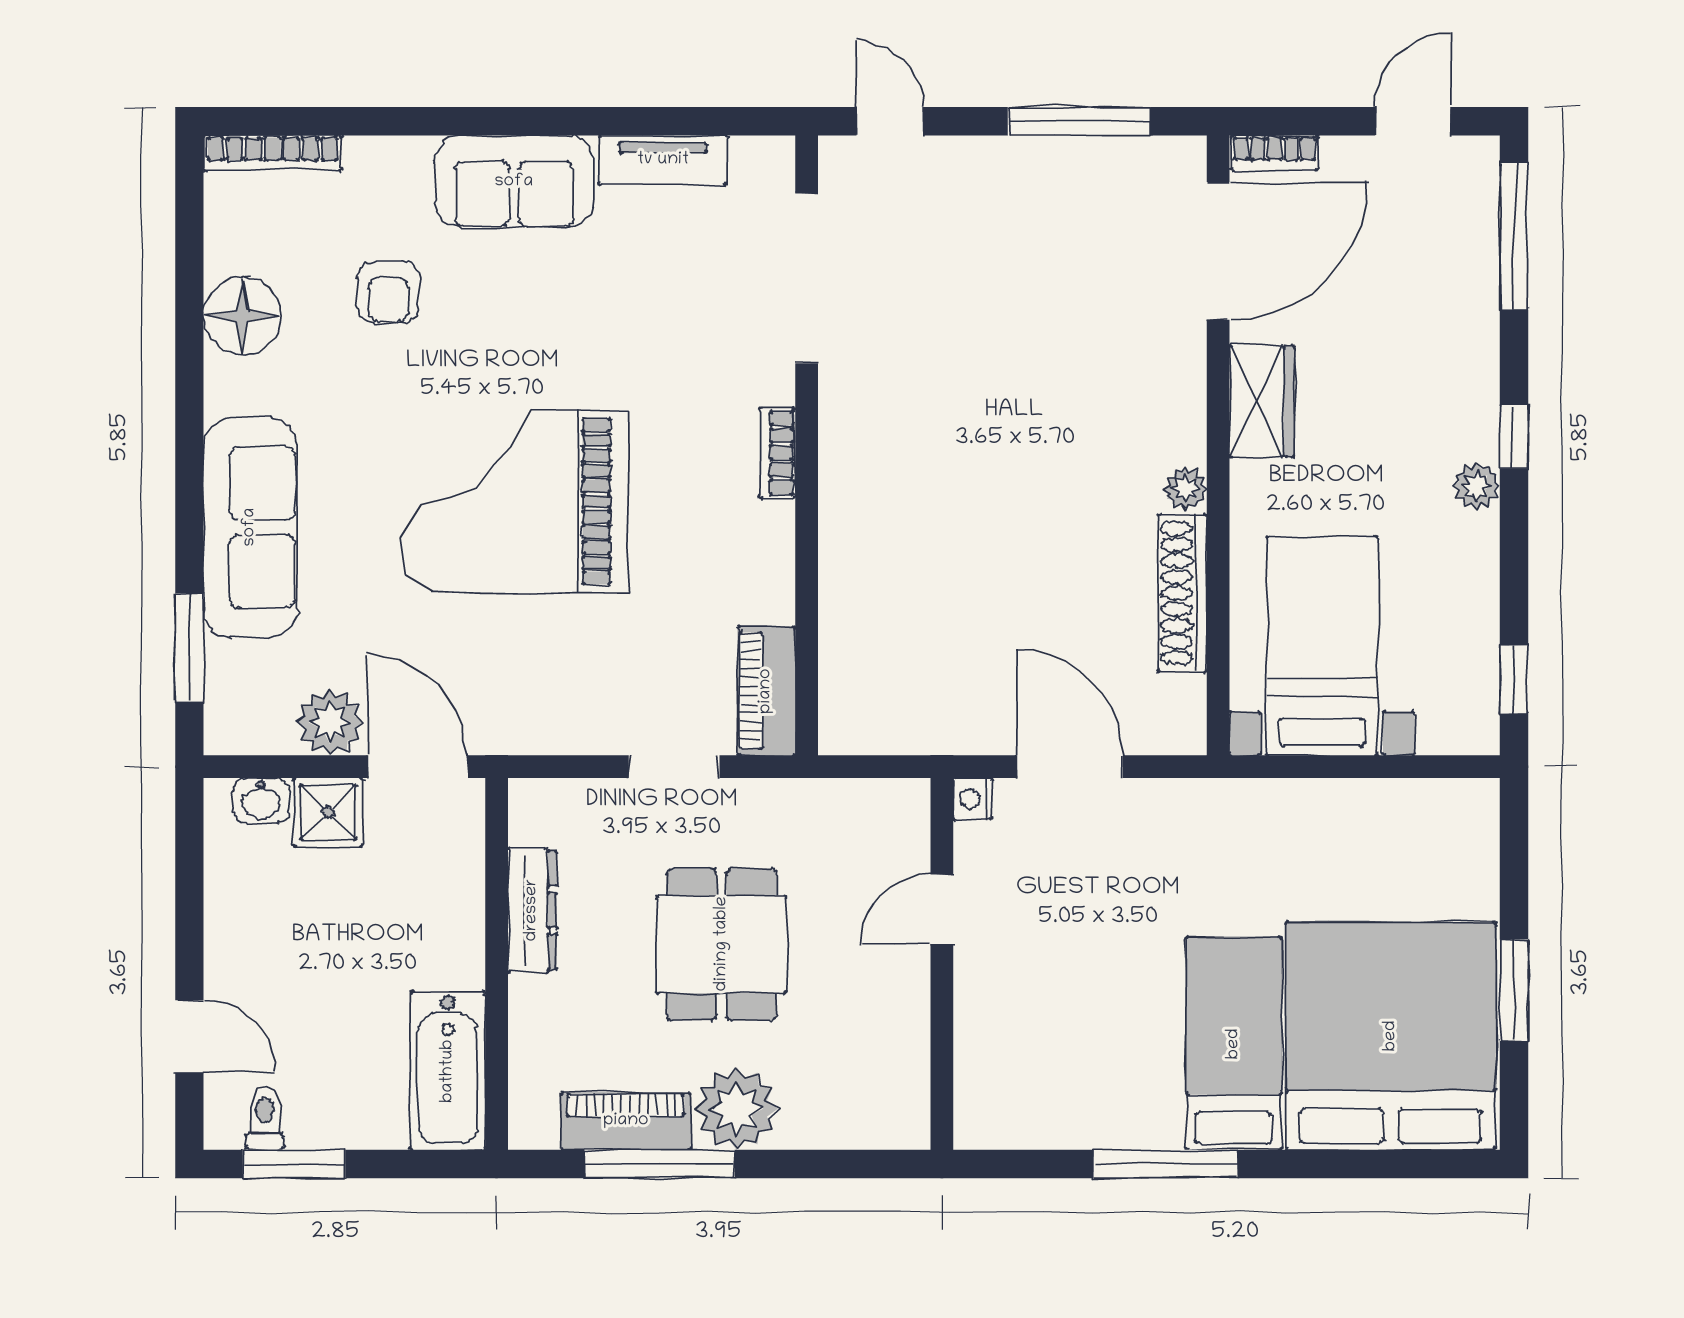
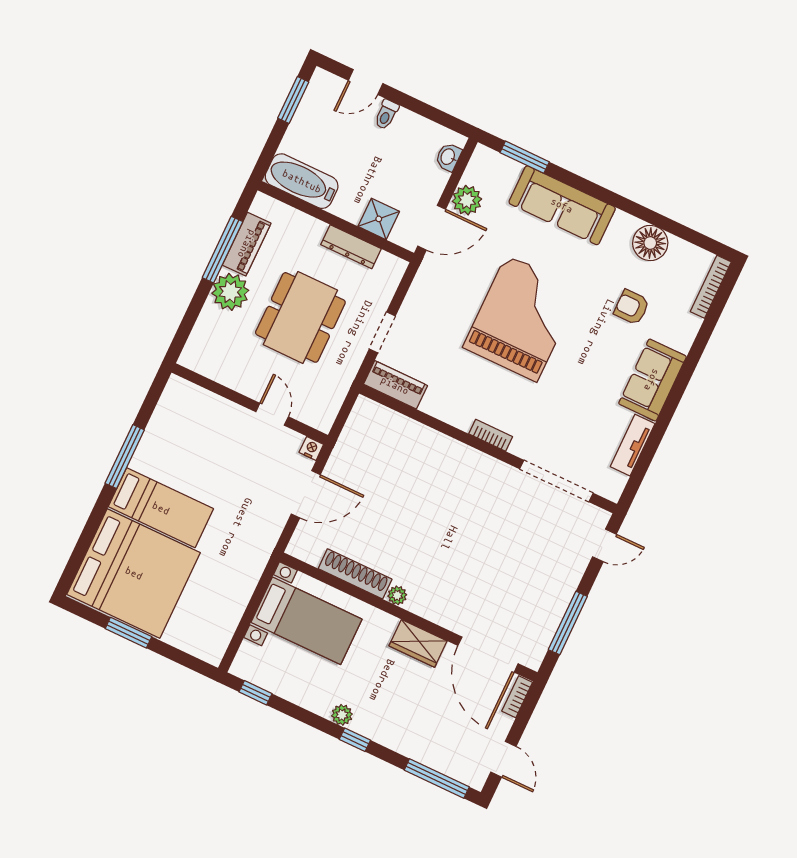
shower: (328, 813) -> (379, 219), moved
dining table: (722, 944) -> (300, 317), width x1.38
toilet: (265, 1119) -> (386, 114), moved, turned 90

